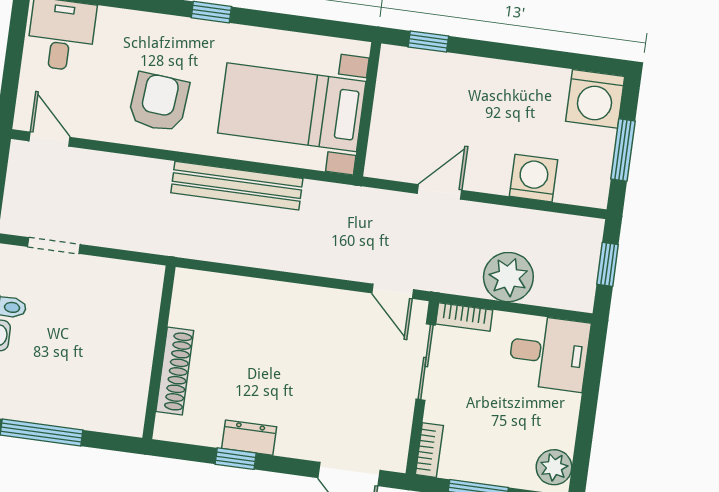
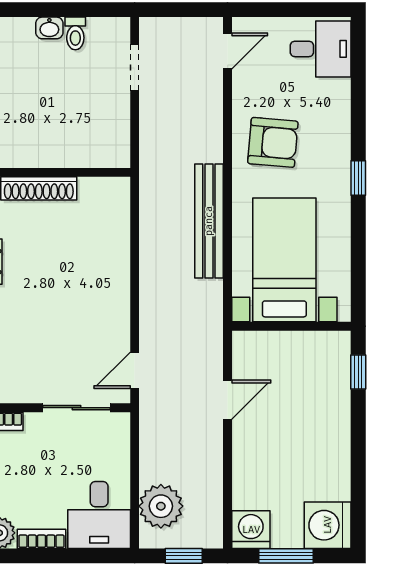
washing machine: (533, 178) -> (251, 530), moved, turned -90
door: (440, 192) -> (228, 400), hinge flipped
plant: (508, 277) -> (161, 506), moved
bookcase: (464, 317) -> (41, 539), moved, turned 90

